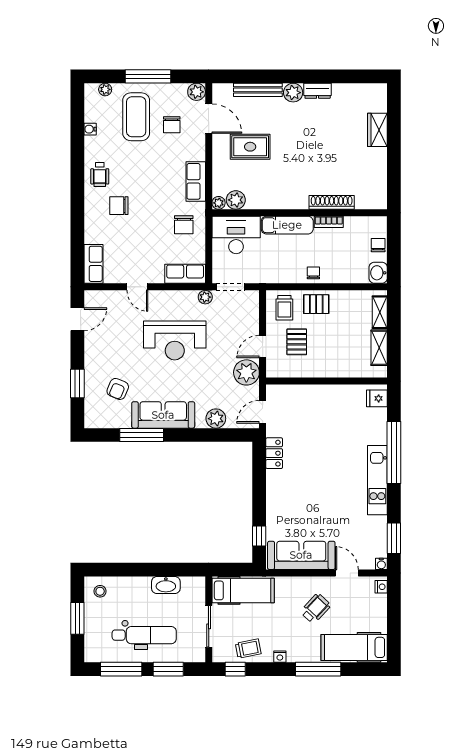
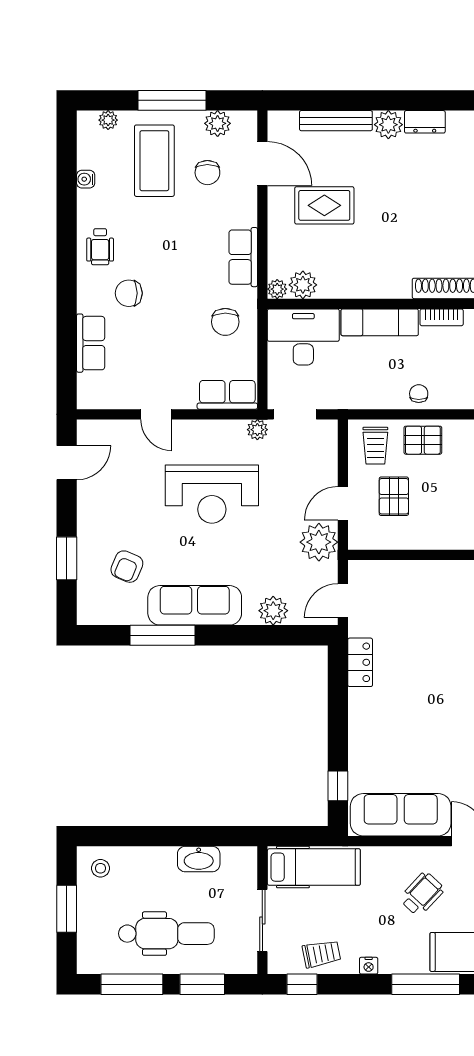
plant: (197, 92) -> (218, 123), moved
row of seats: (93, 264) -> (91, 343), moved

